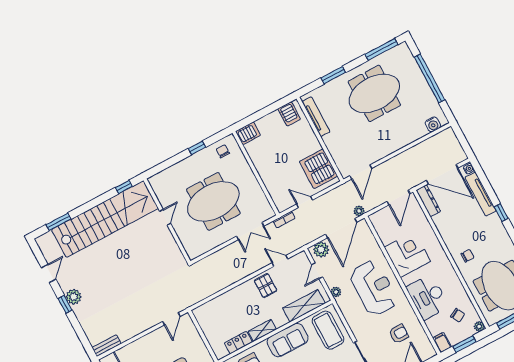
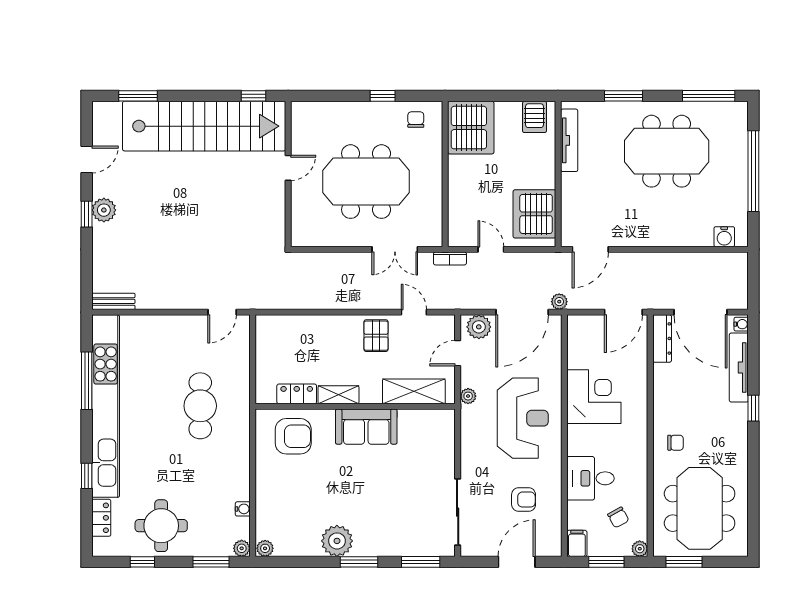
server rack: (248, 133) -> (471, 128), width x2.18, depth x1.44
desk: (428, 297) -> (591, 478), width x0.73
coffee table: (328, 330) -> (429, 443), removed

